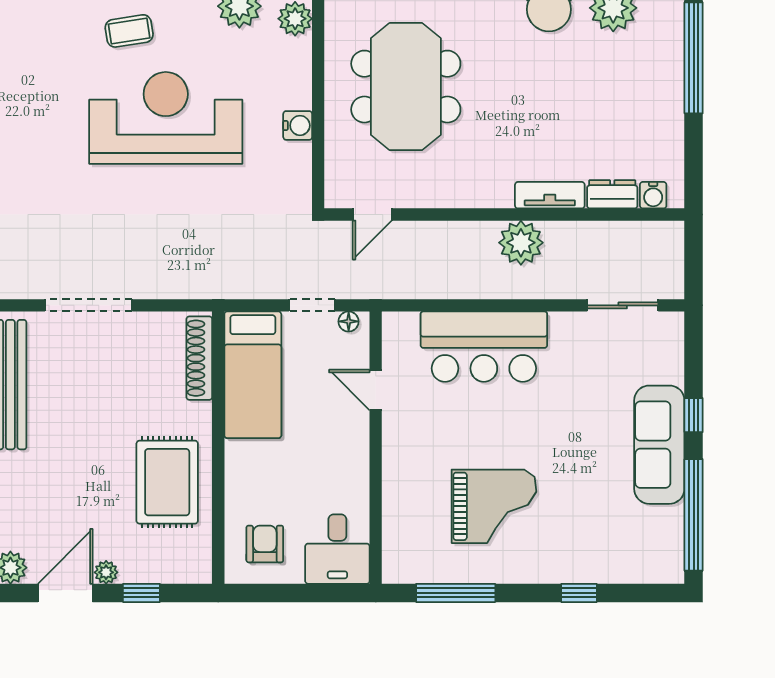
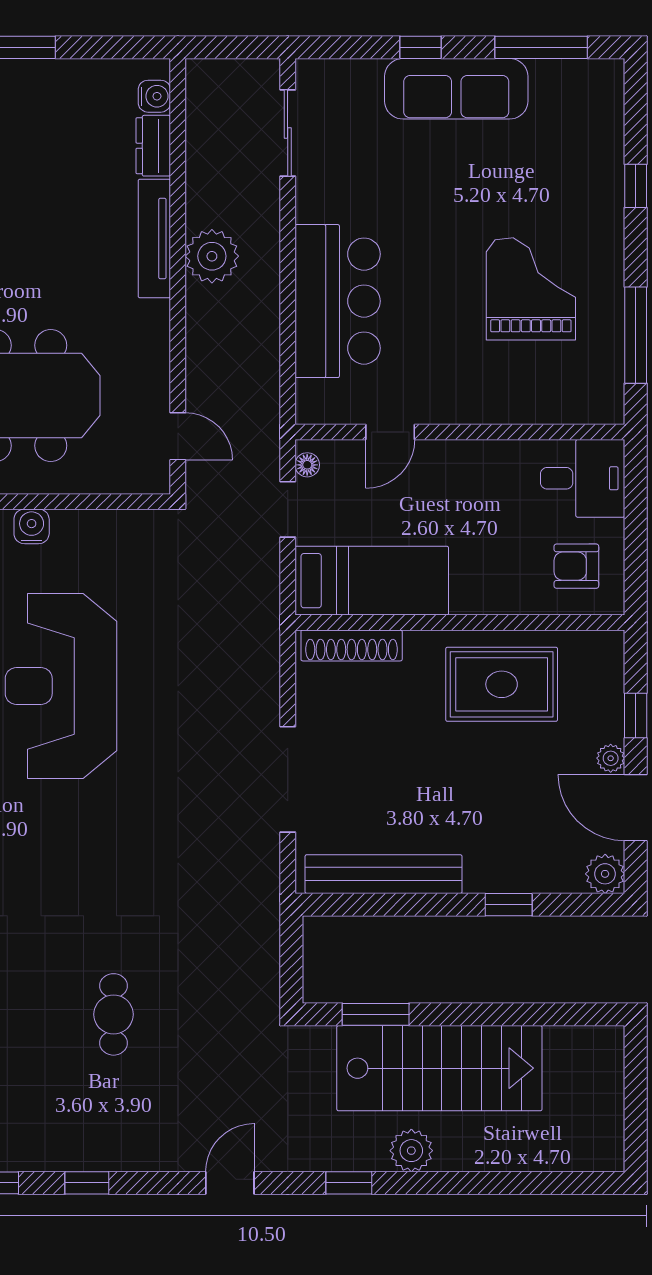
water cooler: (298, 125) -> (32, 526), moved
tv unit: (550, 195) -> (154, 239), width x1.41
window: (694, 515) -> (541, 47), width x0.68

